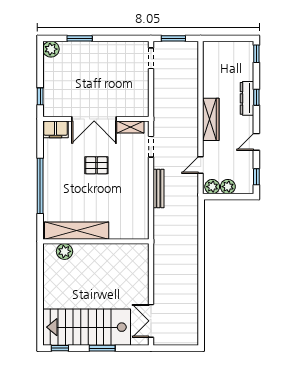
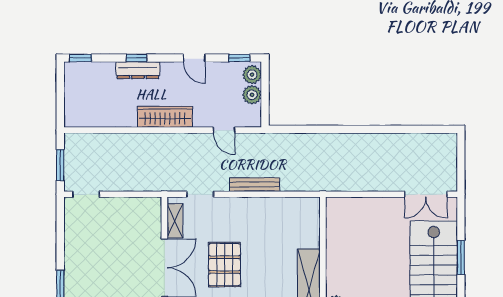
pallet: (96, 165) -> (225, 265), width x1.50, depth x1.42
plant: (212, 187) -> (252, 75), moved

